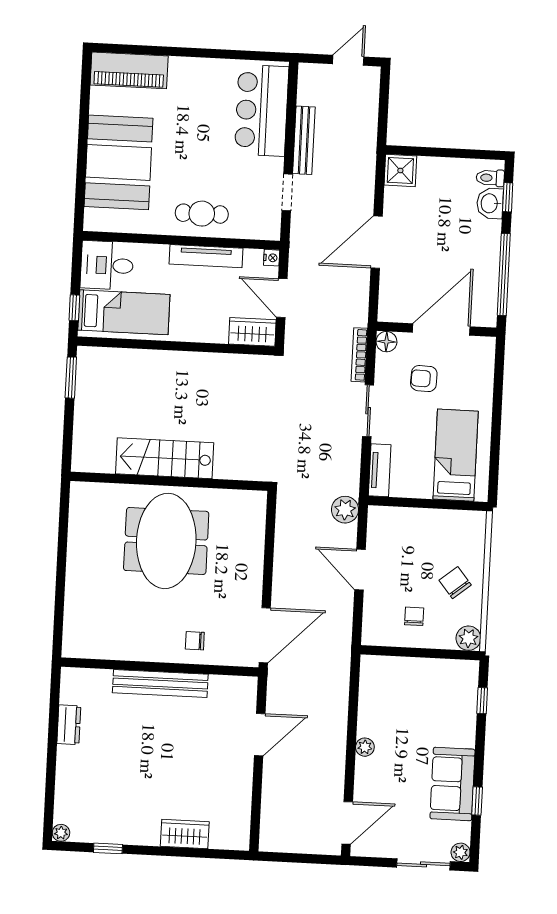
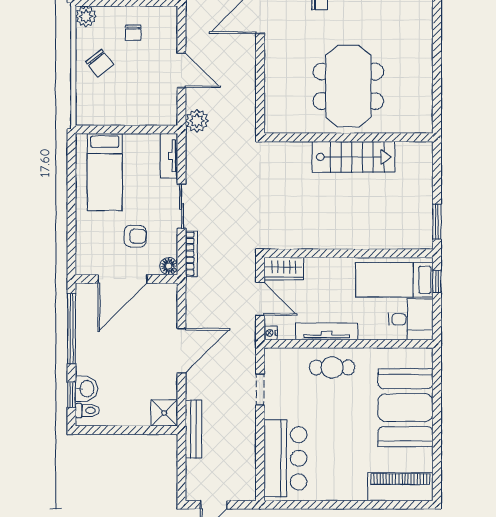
bench: (304, 140) -> (194, 429), moved

